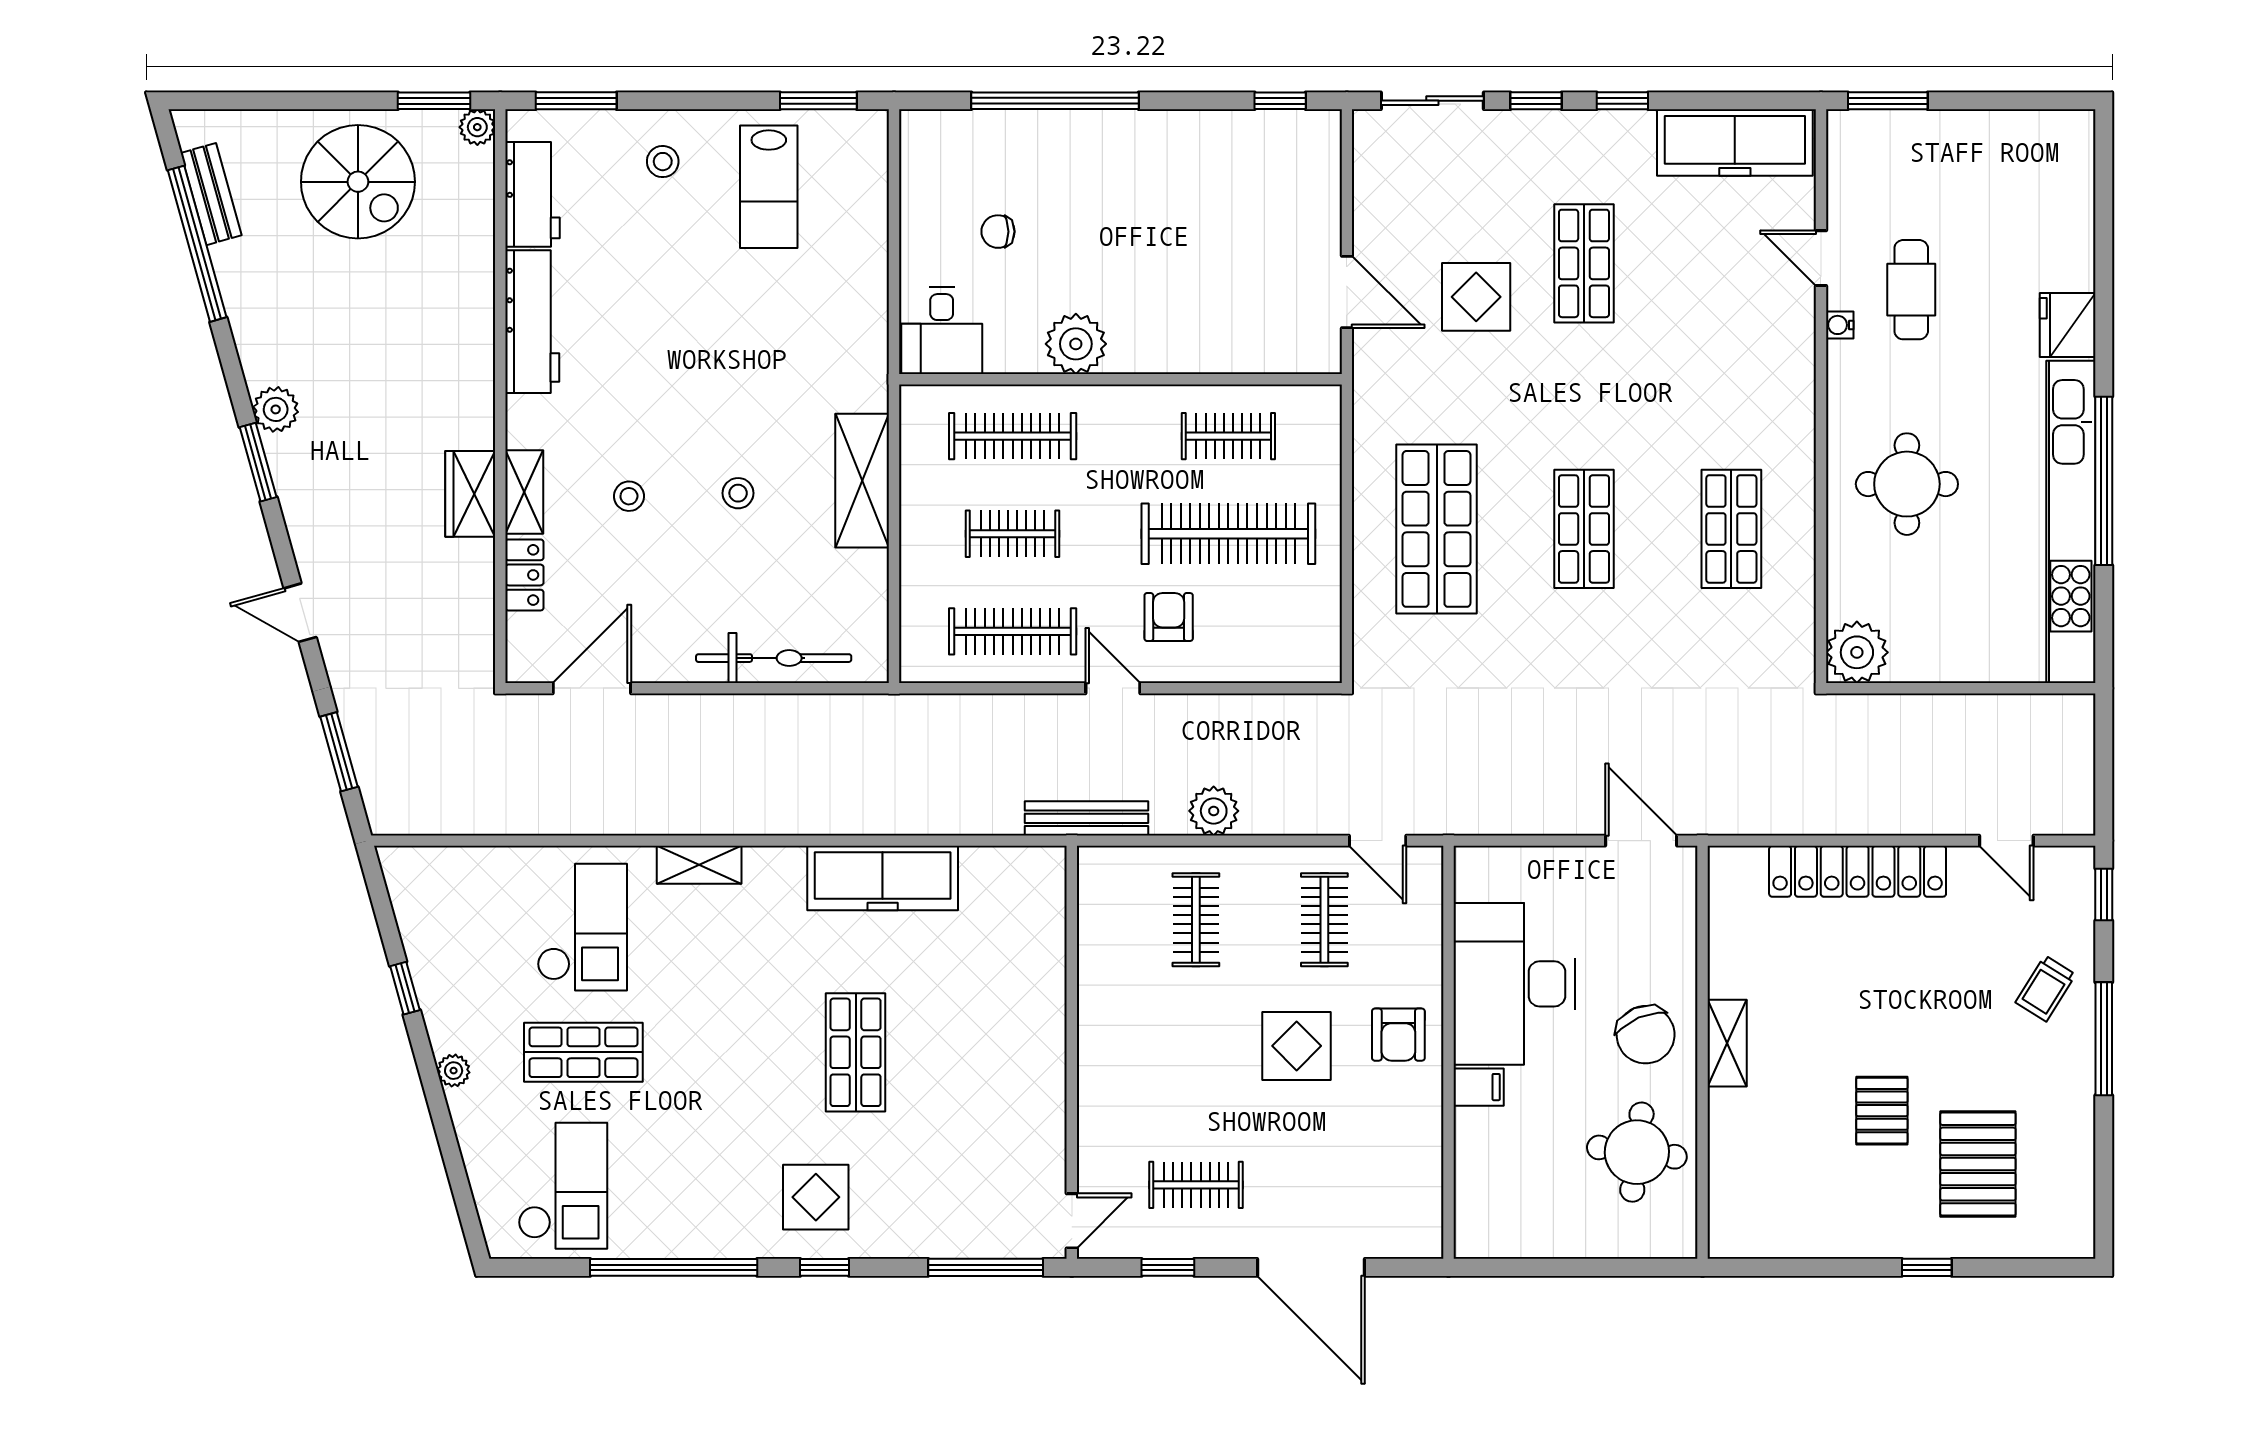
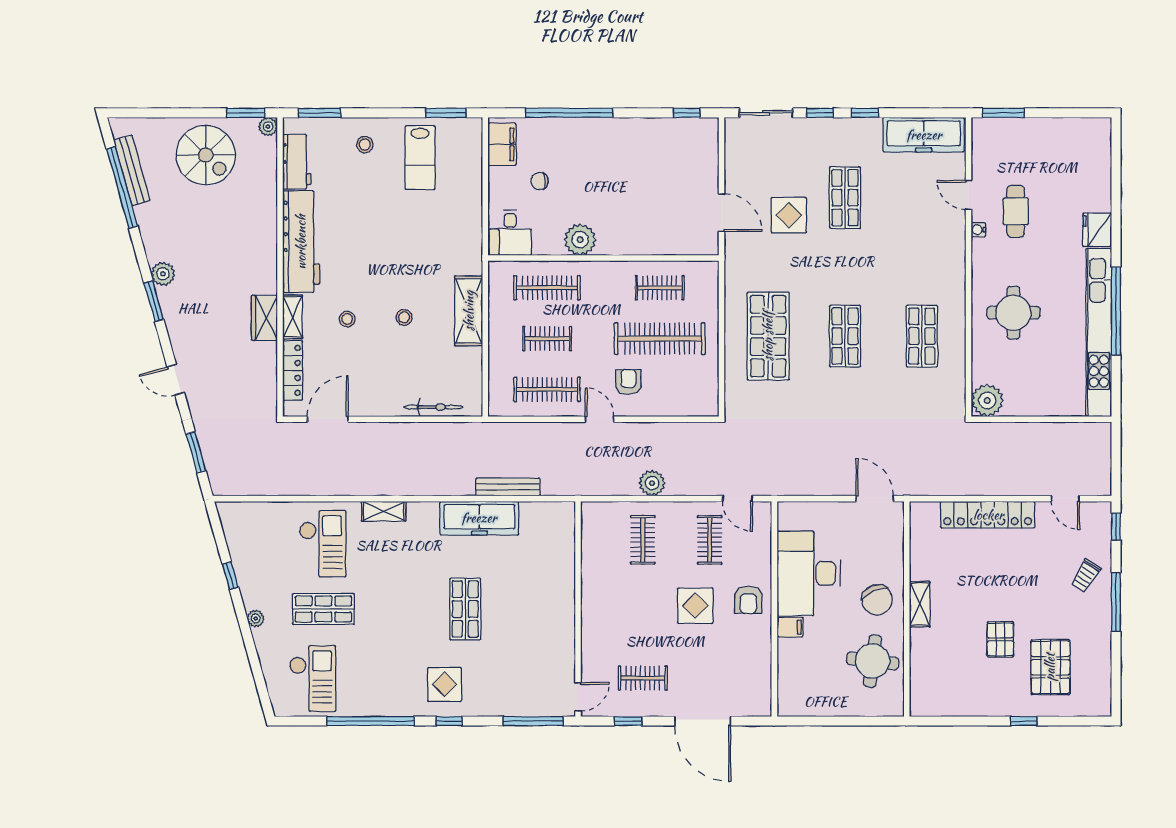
filing cabinet: (926, 161) -> (502, 144), added
bench: (211, 194) -> (132, 170), width x1.36
workbench: (532, 322) -> (301, 242), width x1.36, depth x1.32
locker: (524, 575) -> (293, 370), width x1.53
bicycle: (774, 658) -> (433, 407), width x0.73, depth x0.71
bench: (1086, 818) -> (508, 487), moved

